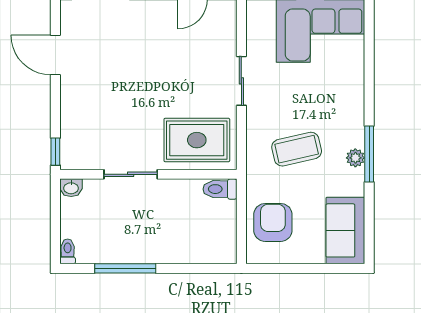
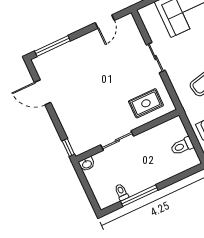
rug: (197, 140) -> (146, 103), width x0.73, depth x0.70
toilet: (220, 189) -> (182, 146), moved
toilet: (68, 251) -> (121, 192), moved

